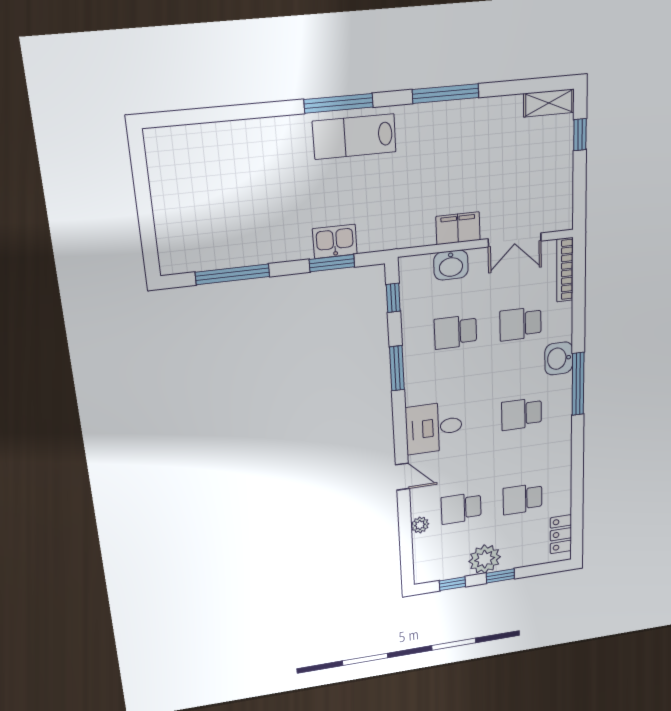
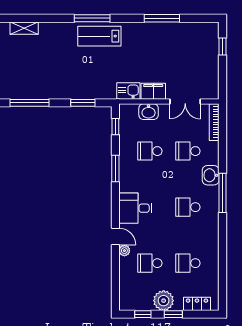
window: (446, 94) -> (162, 18), moved
shelving: (549, 103) -> (24, 28), moved
kitchen sink: (335, 241) -> (128, 91), moved
plant: (420, 525) -> (124, 251), moved
locker: (561, 534) -> (197, 304), moved, turned 90

